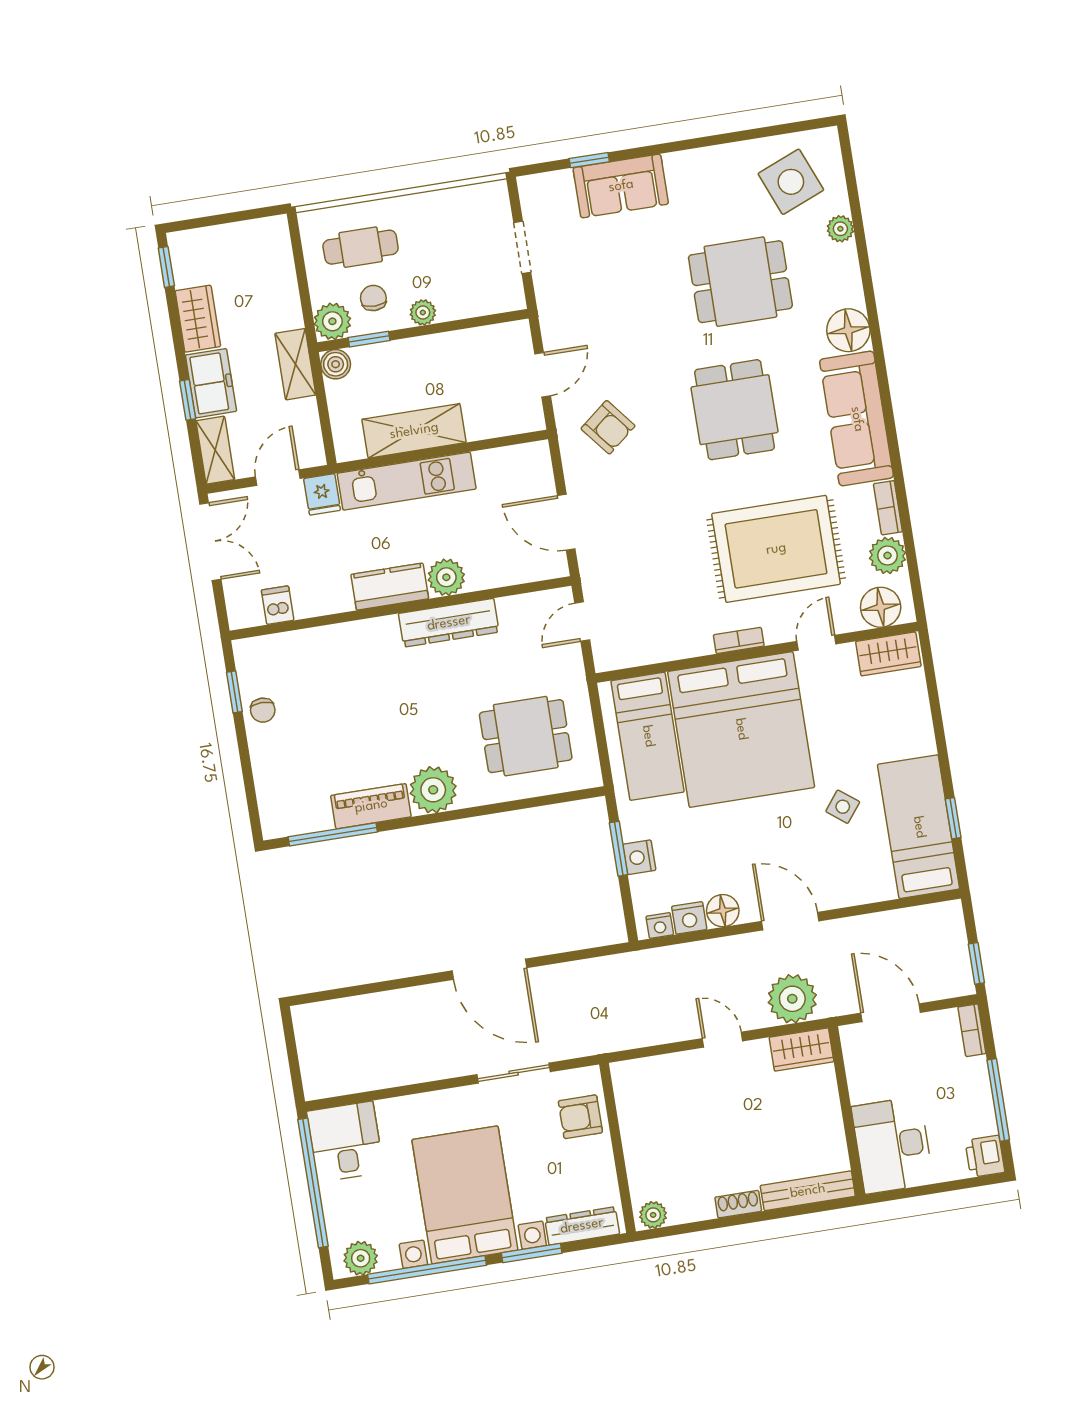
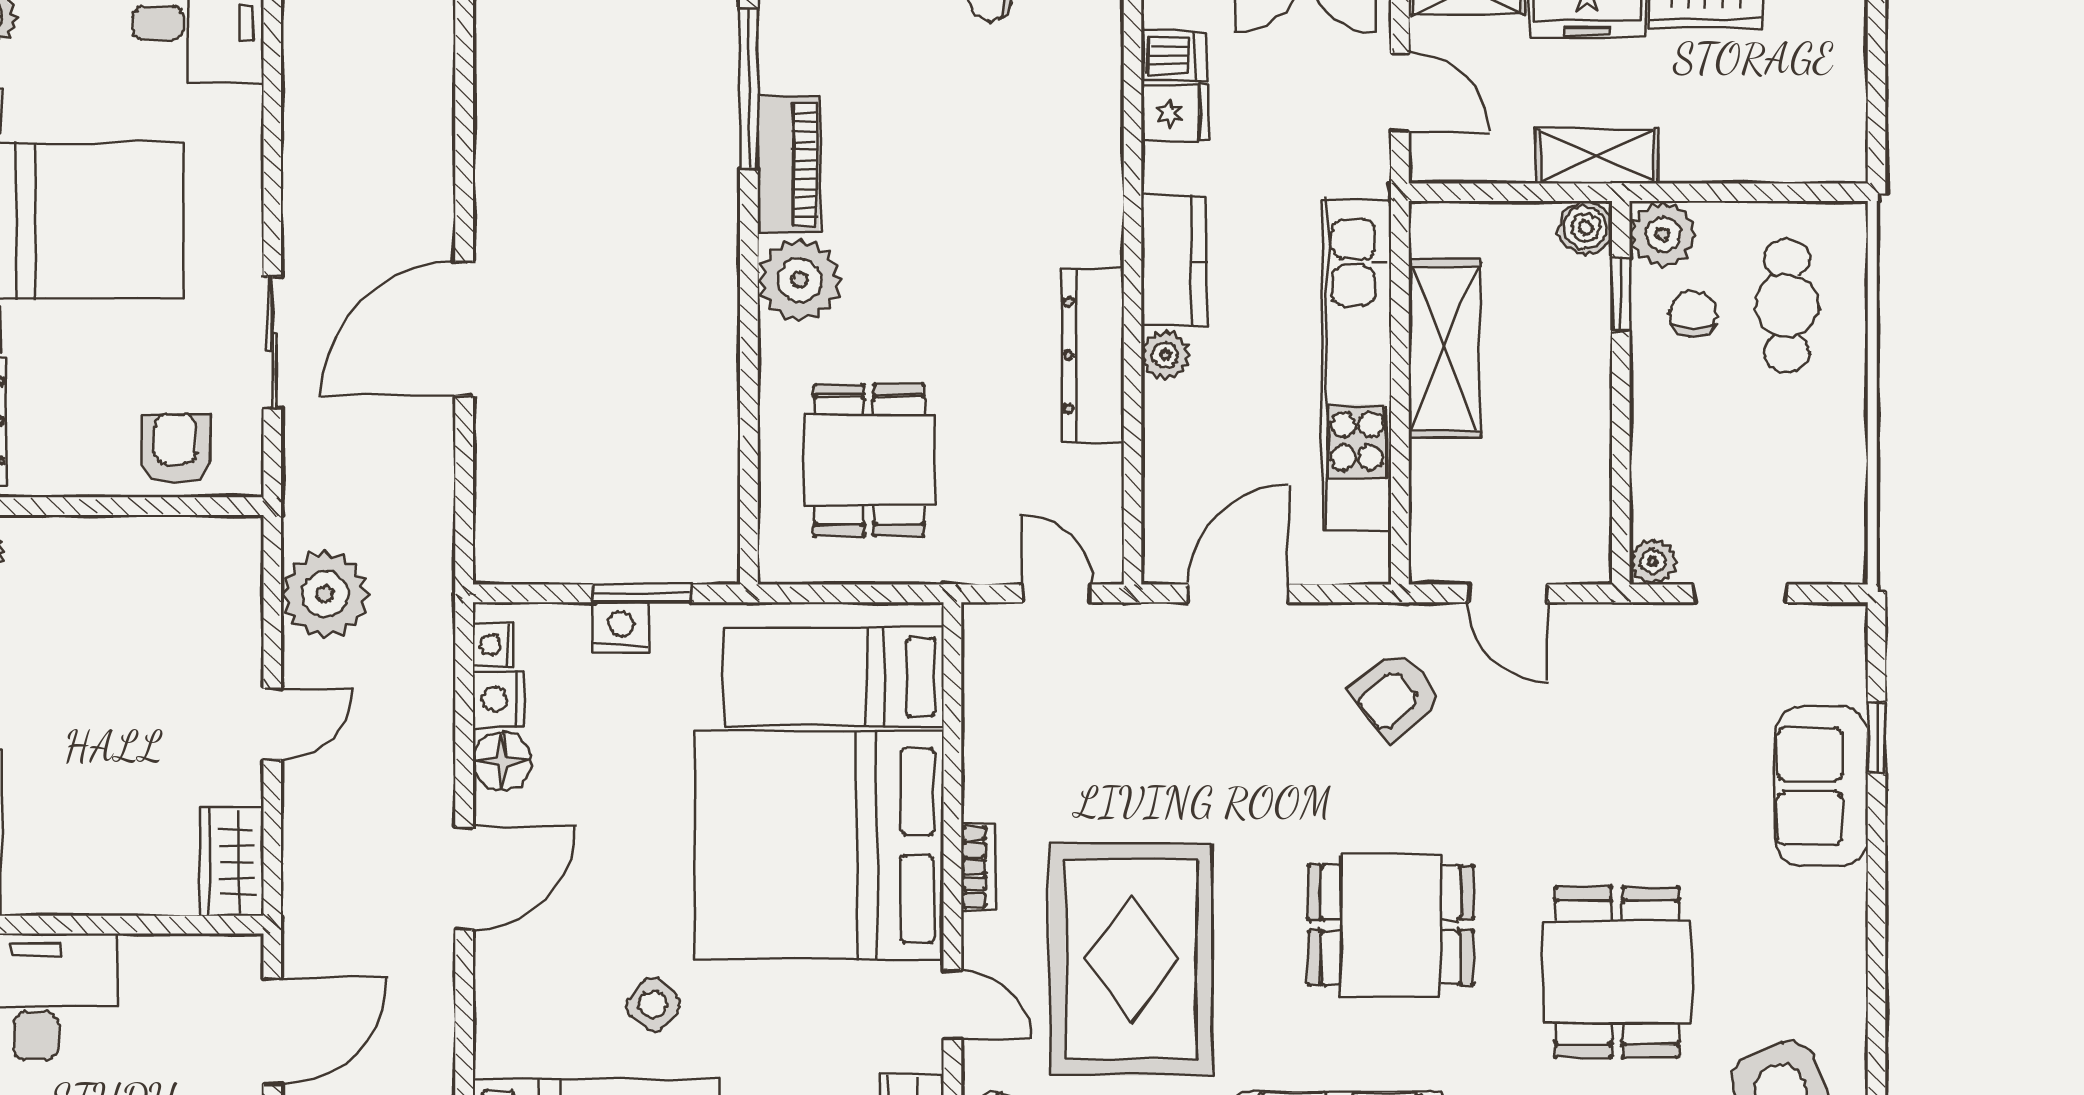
chair: (373, 298) -> (1693, 314), turned -90
plant: (423, 312) -> (1653, 561), moved
kitchen unit: (407, 481) -> (1357, 365), width x1.36
fridge: (322, 494) -> (1175, 113), moved, turned 180
plant: (446, 577) -> (1165, 355), width x0.73, depth x0.73
plant: (792, 999) -> (325, 594), moved

